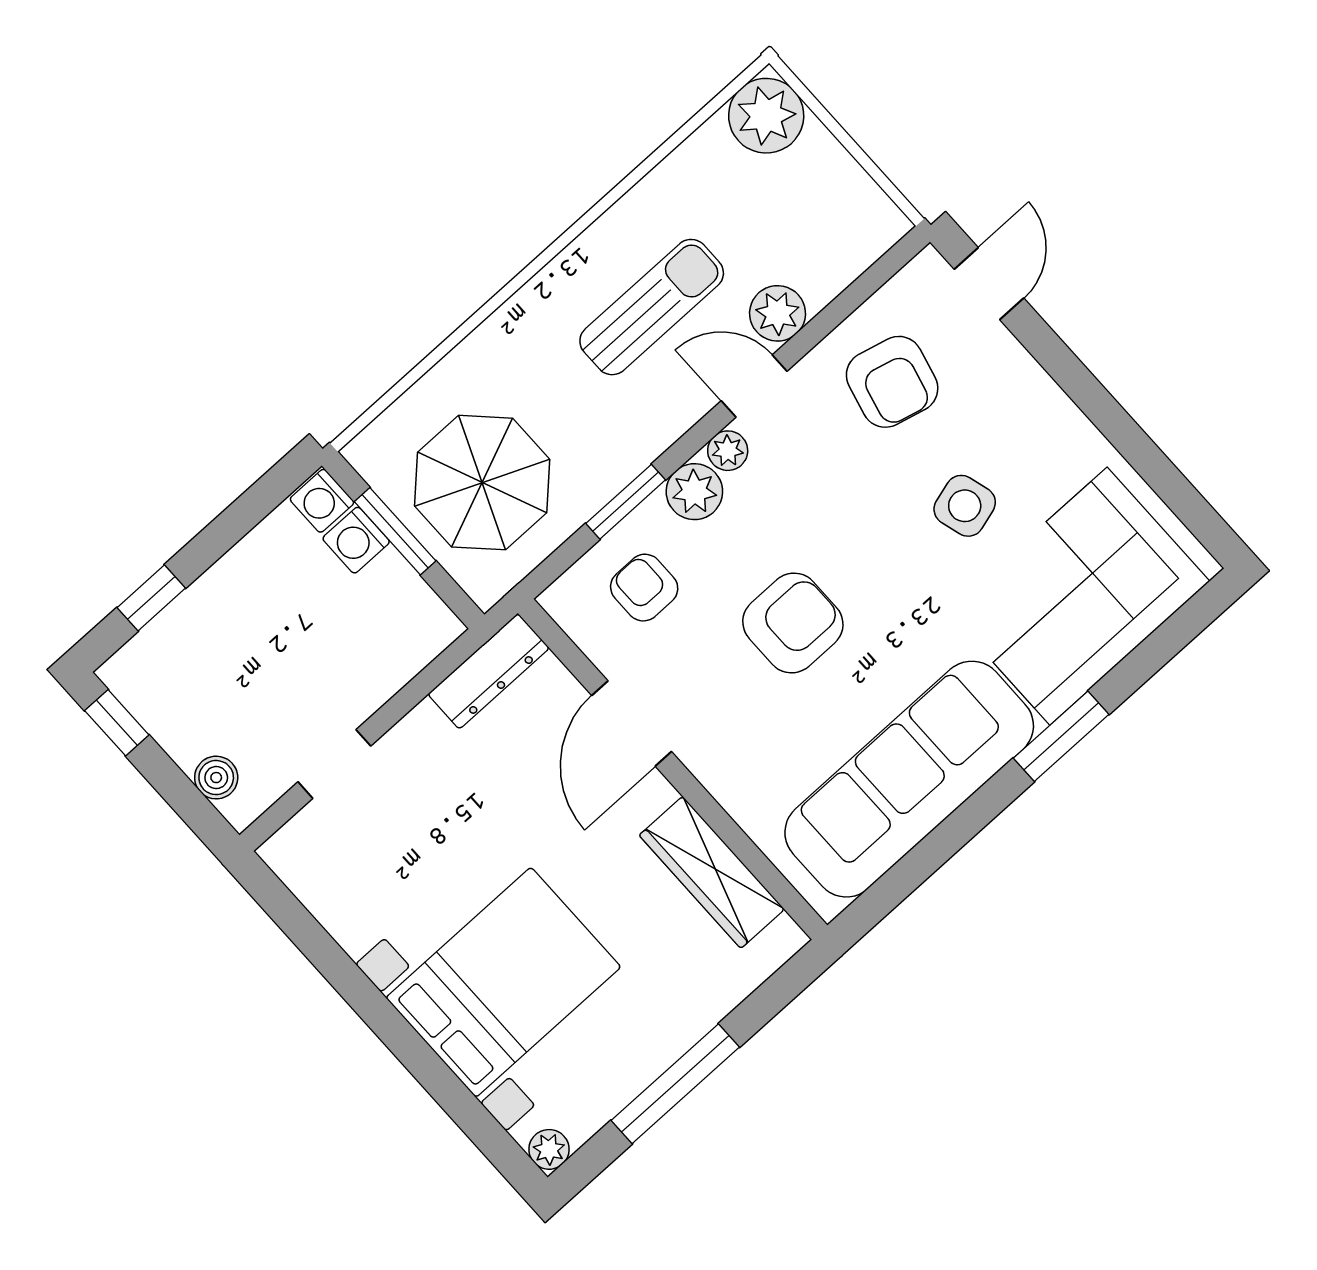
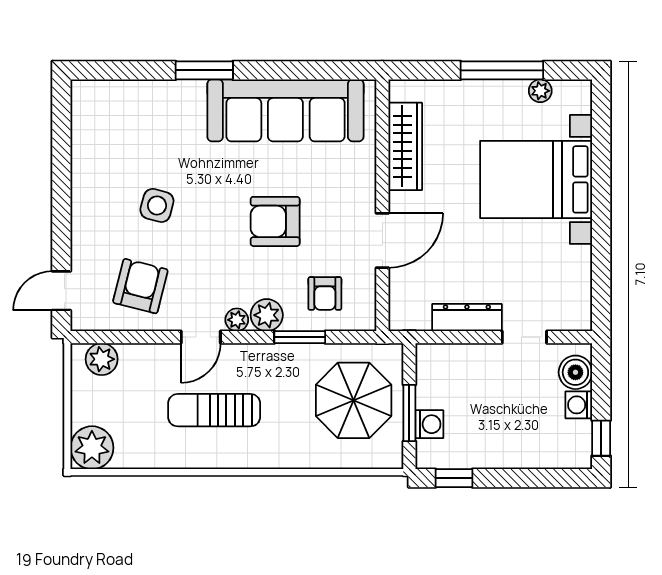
plant: (778, 313) -> (102, 359), moved
door: (754, 386) -> (201, 337), hinge flipped
washing machine: (322, 501) -> (579, 405), moved, turned 180
side table: (965, 506) -> (157, 205), turned 31
corner sofa: (1078, 596) -> (143, 123), removed
window: (151, 598) -> (454, 478), moved
dresser: (489, 671) -> (467, 318), moved
boiler: (216, 778) -> (575, 372), width x1.36, depth x1.36
plant: (549, 1149) -> (540, 91), moved

